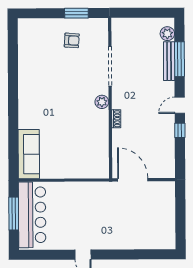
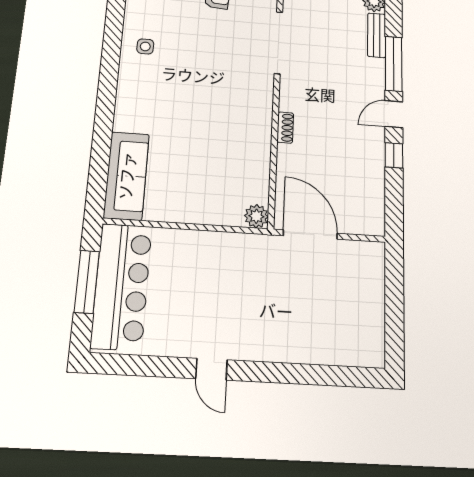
window: (179, 59) -> (394, 64), moved
bench: (169, 61) -> (377, 35), width x0.73
side table: (32, 76) -> (145, 46), added
plant: (102, 102) -> (256, 216), moved

